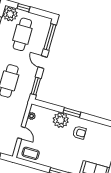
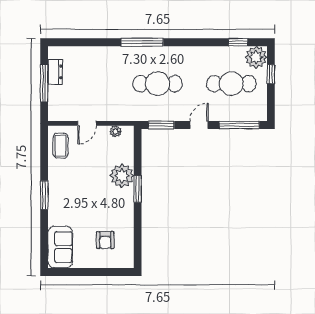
armchair: (79, 133) -> (105, 240), moved

